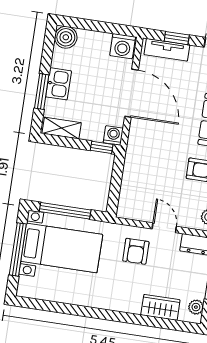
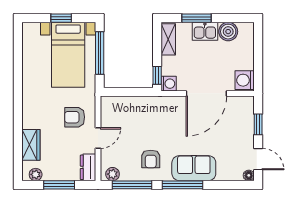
boiler: (66, 37) -> (228, 32), moved
tv unit: (167, 50) -> (247, 118), removed
window: (18, 249) -> (61, 18), width x0.46

